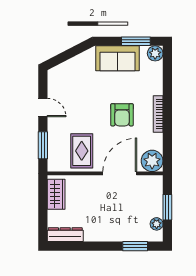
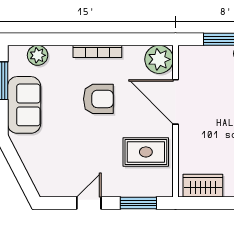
plant: (155, 53) -> (38, 55), moved

